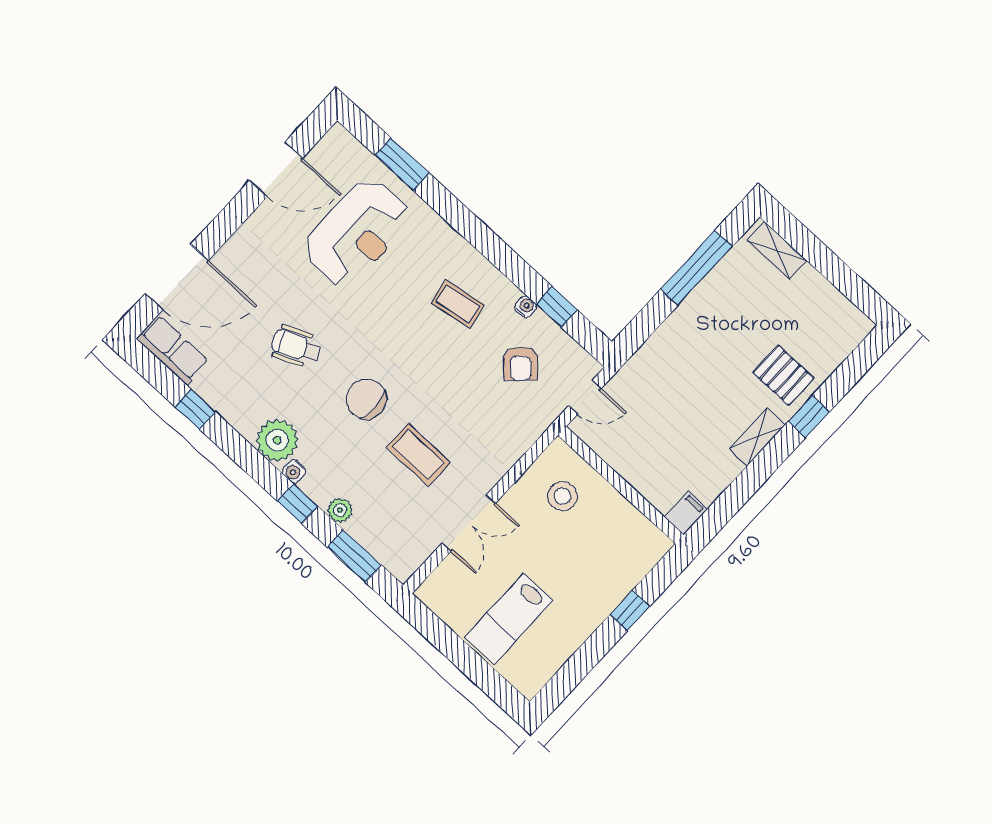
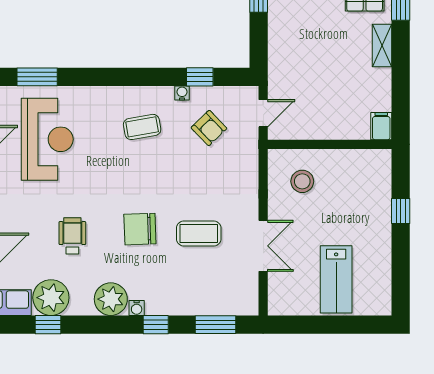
wheelchair: (296, 346) -> (72, 236), turned 114
plant: (340, 510) -> (51, 298), moved, width x1.88, depth x1.88

